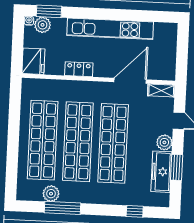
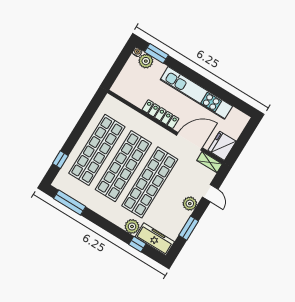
fridge: (33, 61) -> (222, 146), moved, turned 180
locker: (79, 69) -> (160, 114), width x1.53
window: (12, 170) -> (60, 160), added
freezer: (161, 172) -> (155, 239), moved, turned 90
plant: (51, 194) -> (132, 226), moved
window: (62, 208) -> (70, 202), moved

